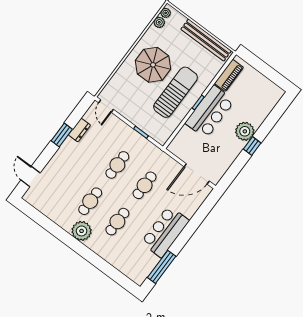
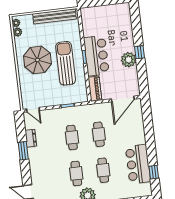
piano: (229, 75) -> (95, 89), moved
plant: (245, 131) -> (129, 60), moved
bar counter: (165, 232) -> (138, 164), moved
window: (162, 267) -> (154, 172), width x0.46

